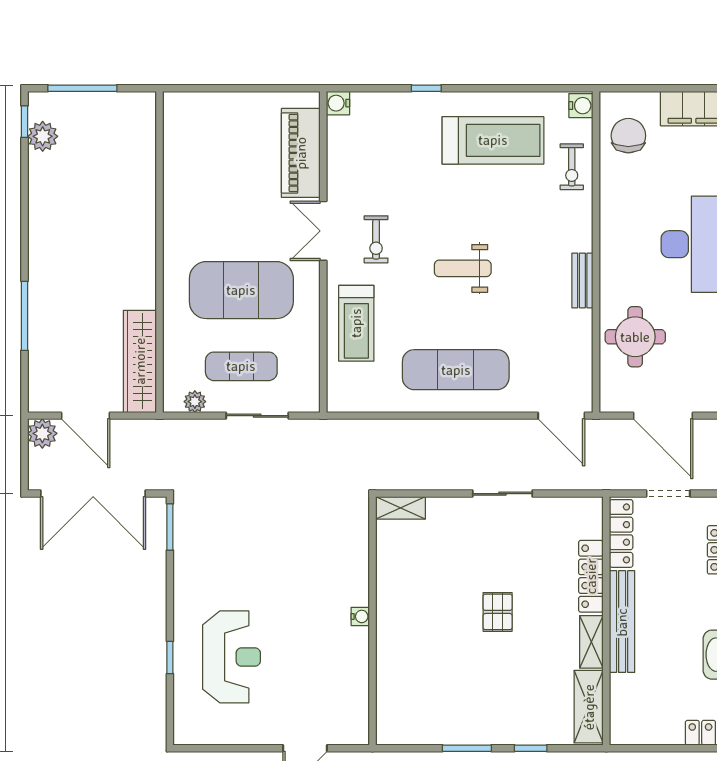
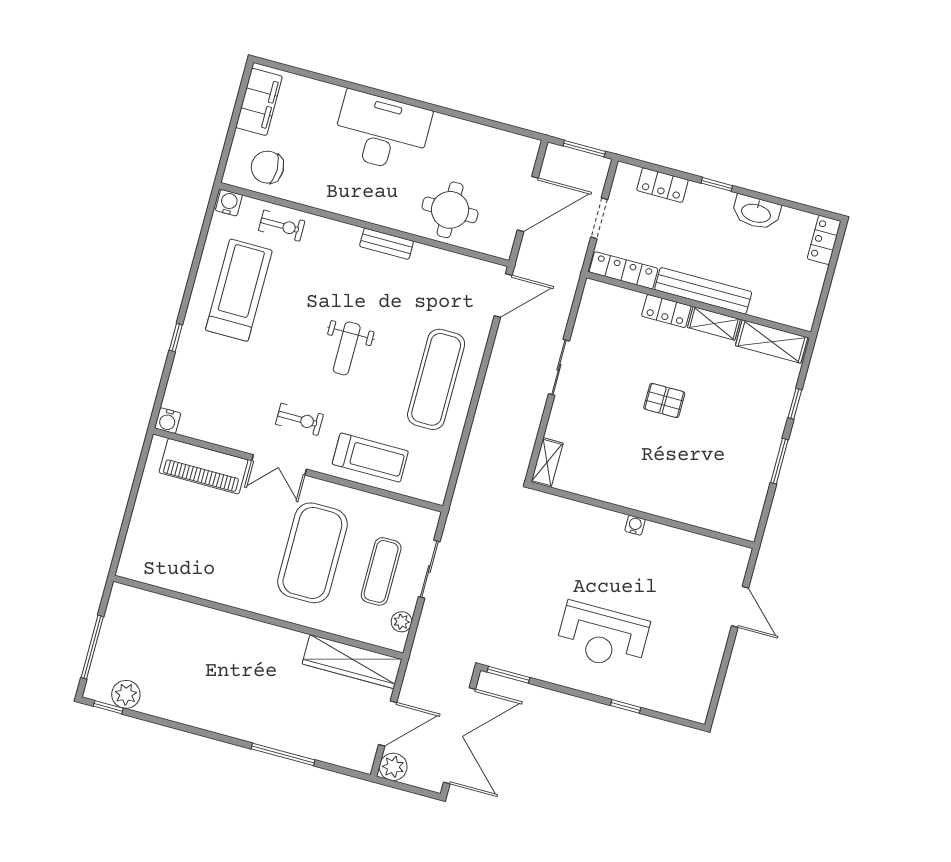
locker: (591, 576) -> (666, 311), width x0.66
reception desk: (231, 657) -> (602, 636), moved, turned 180

